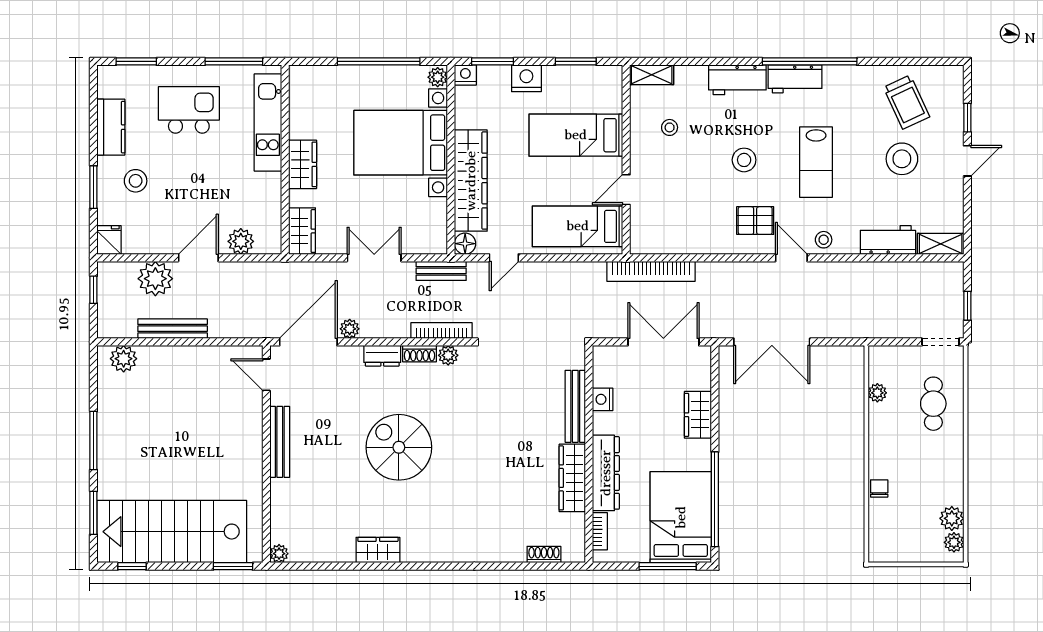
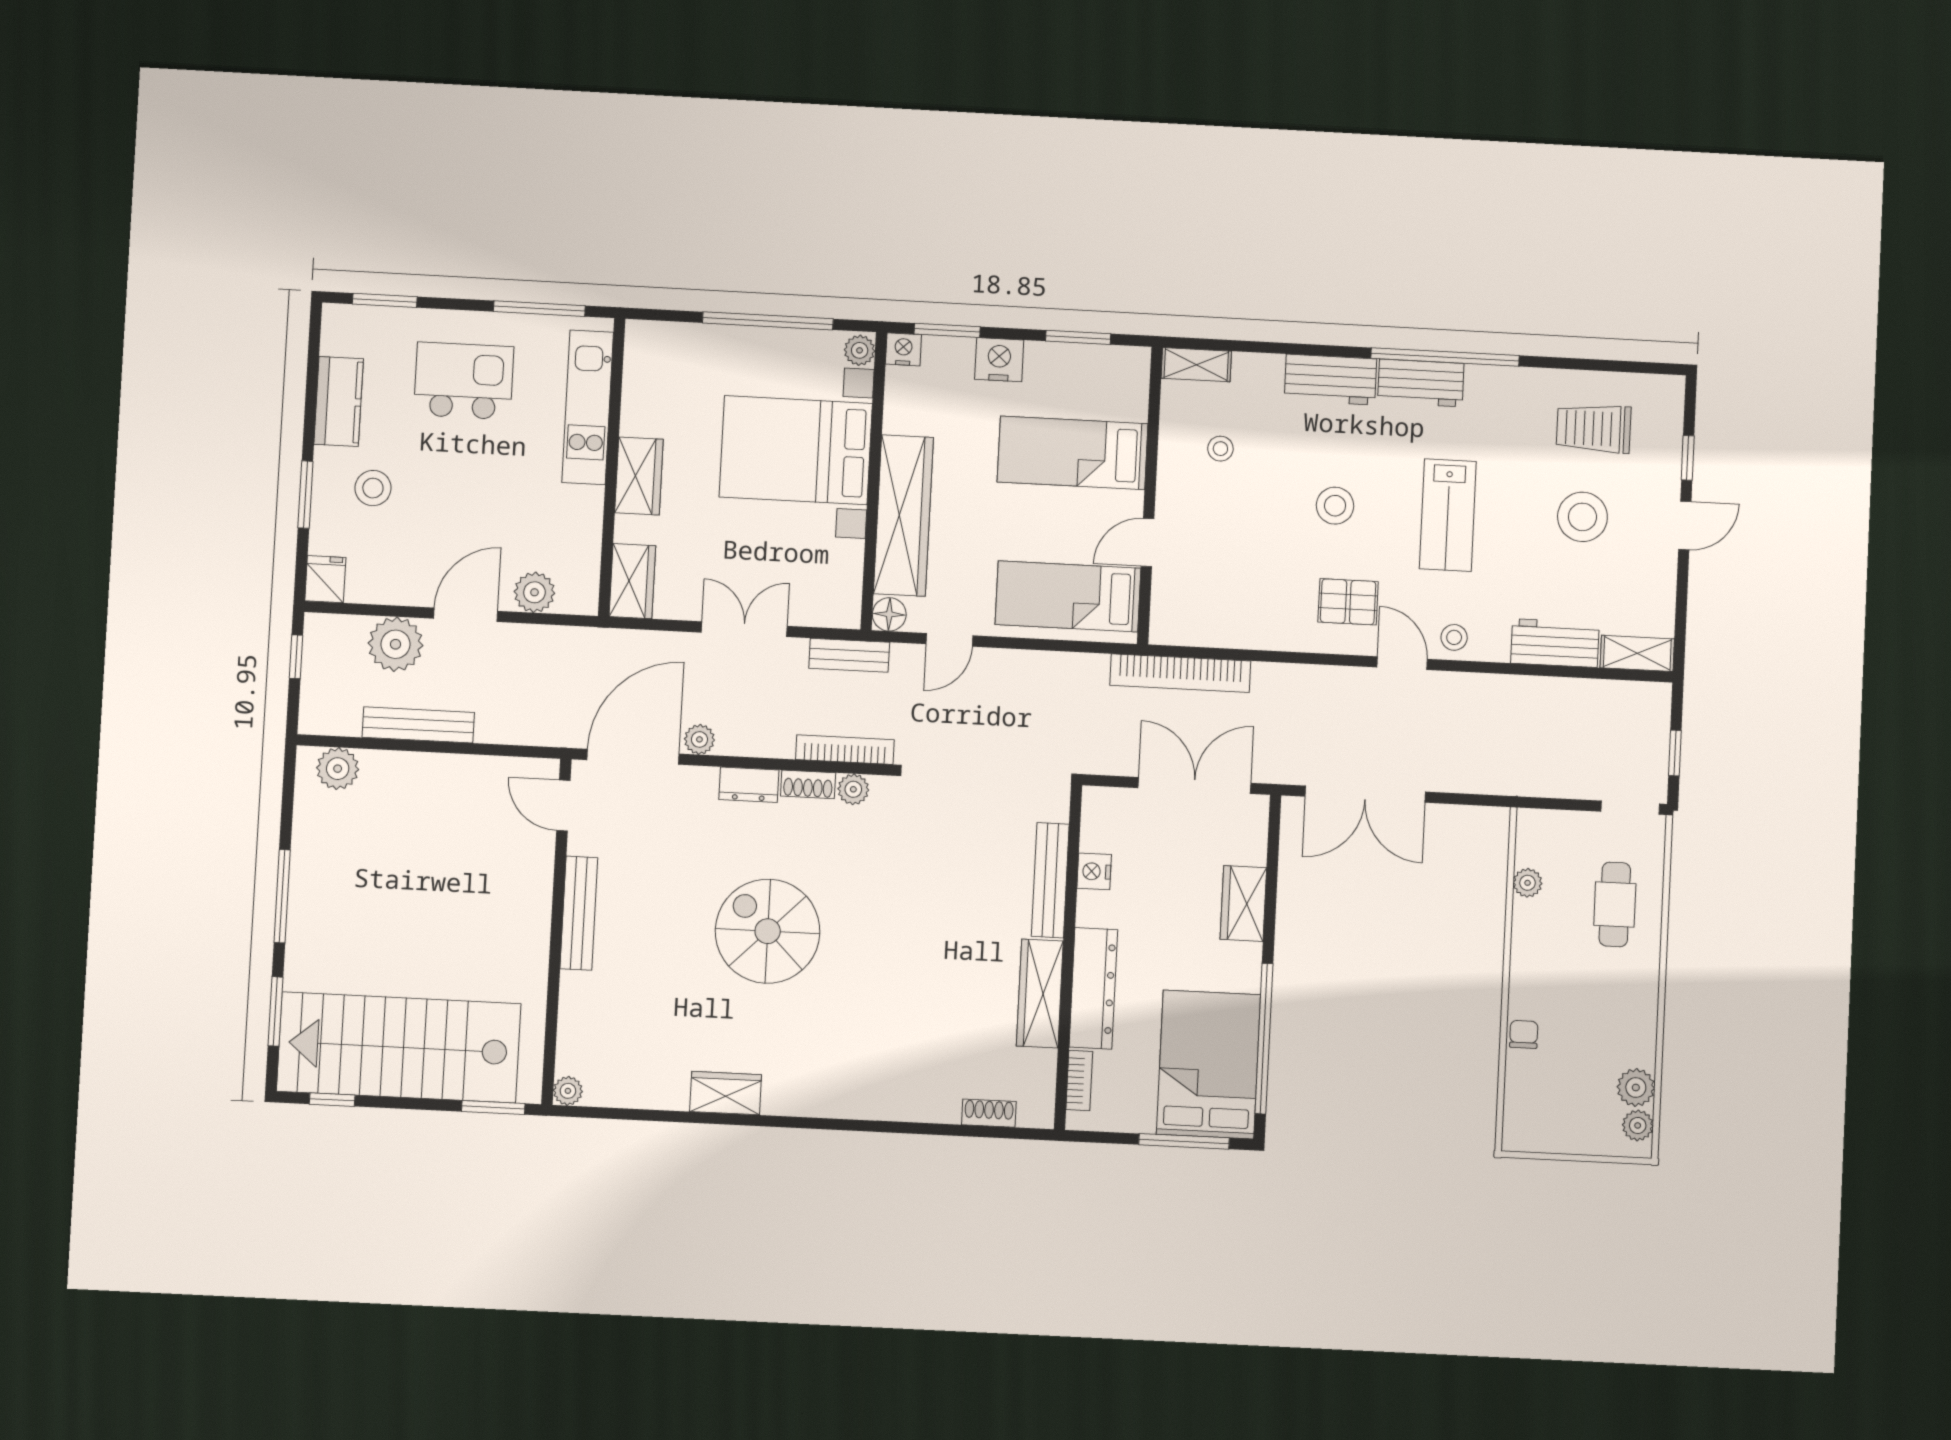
trolley: (906, 102) -> (1594, 428), turned 115

